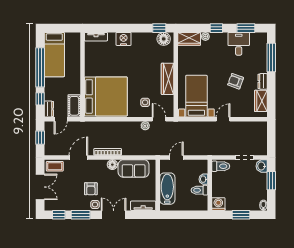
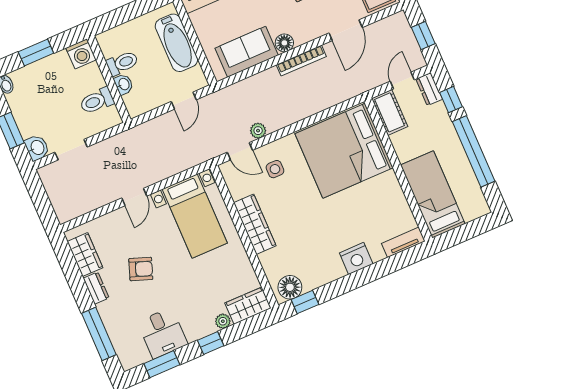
bed: (54, 55) -> (433, 194), moved
toilet: (221, 166) -> (97, 101), moved

